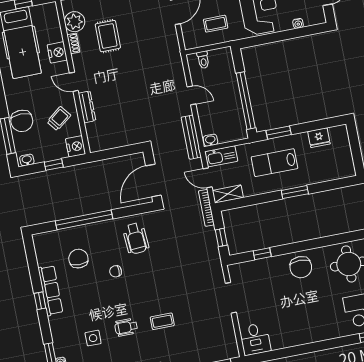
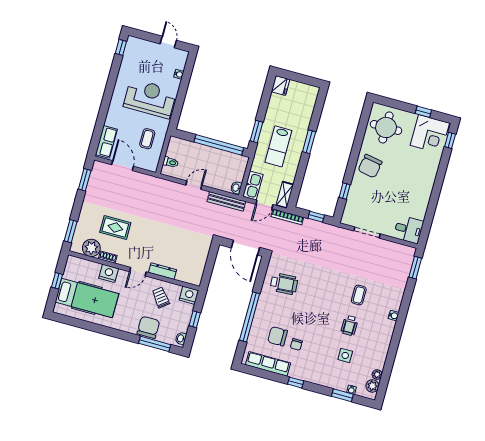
chair: (22, 121) -> (148, 327), turned -90
fridge: (319, 138) -> (281, 85), moved
chair: (301, 267) -> (370, 166), turned 100
chair: (116, 271) -> (296, 344), moved
row of seats: (50, 290) -> (268, 364), moved

